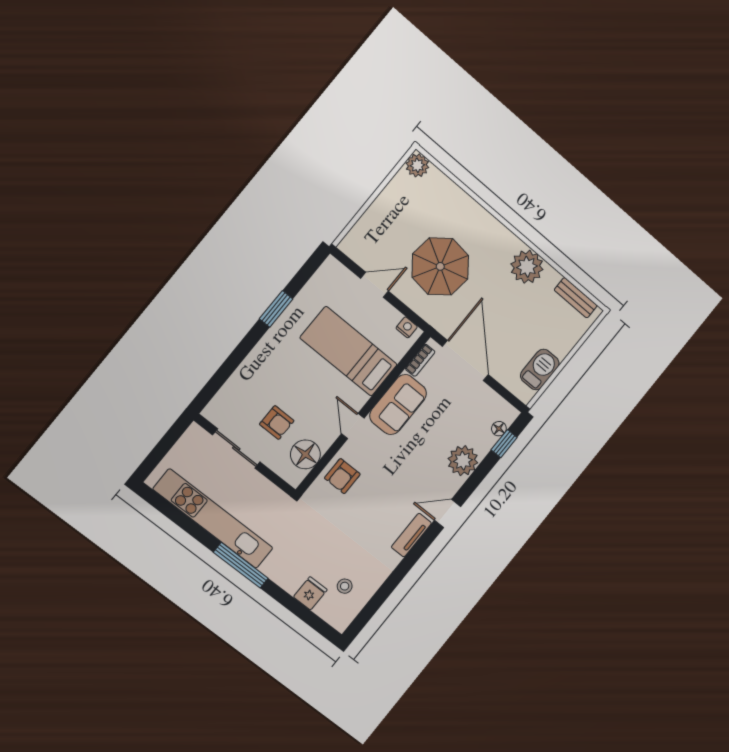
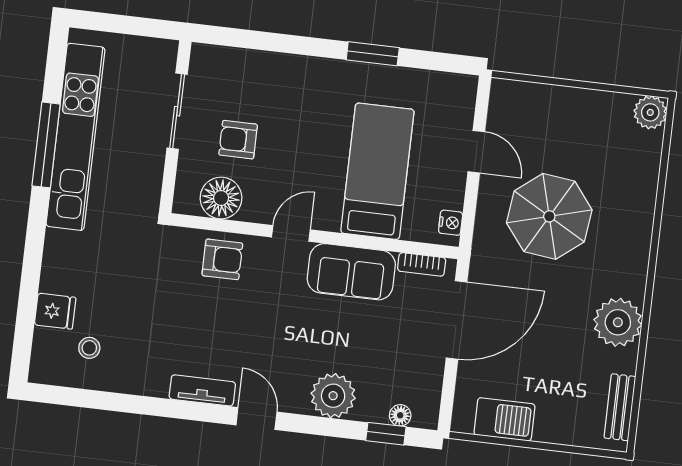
armchair: (277, 423) -> (238, 140), turned 90
armchair: (342, 476) -> (222, 259), turned 180
window: (241, 565) -> (46, 145), moved

